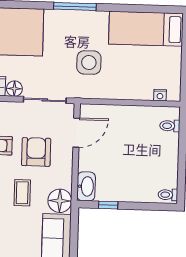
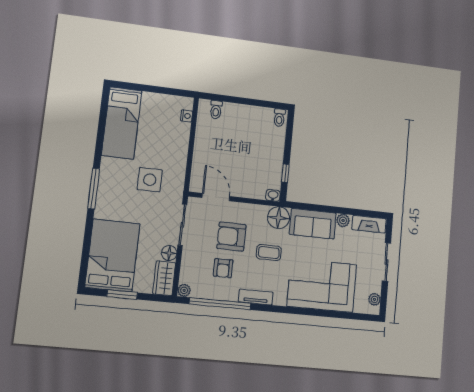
washbasin: (86, 186) -> (273, 195), width x0.52, depth x0.69

